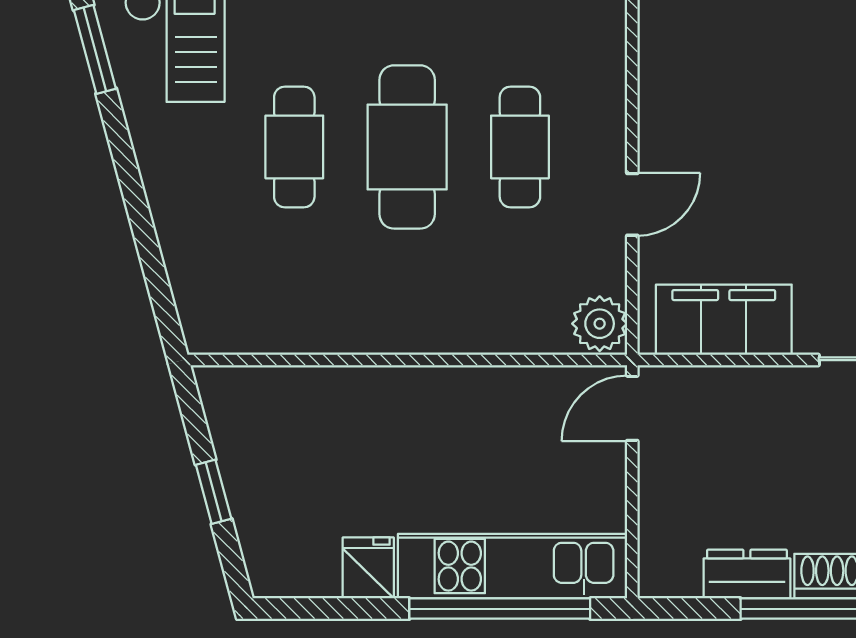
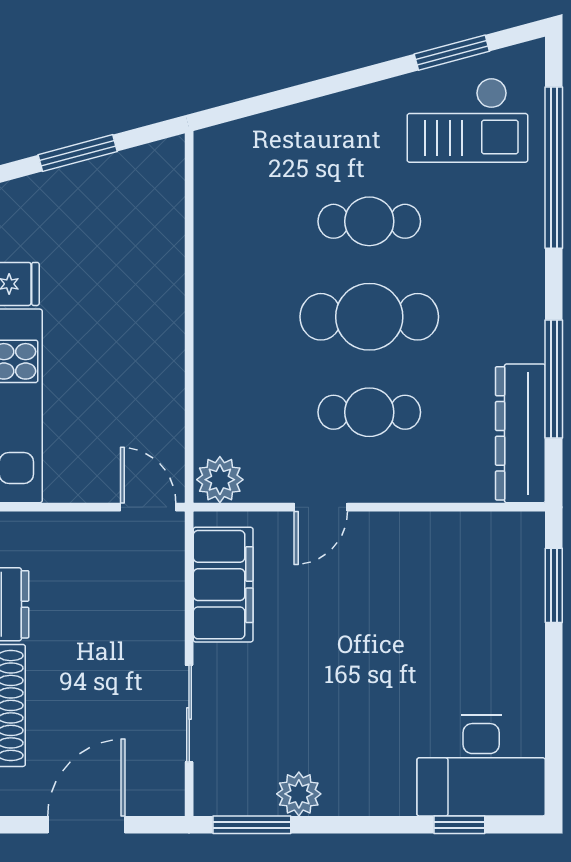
door: (632, 204) -> (321, 507), hinge flipped
window: (214, 492) -> (78, 153), width x1.50

